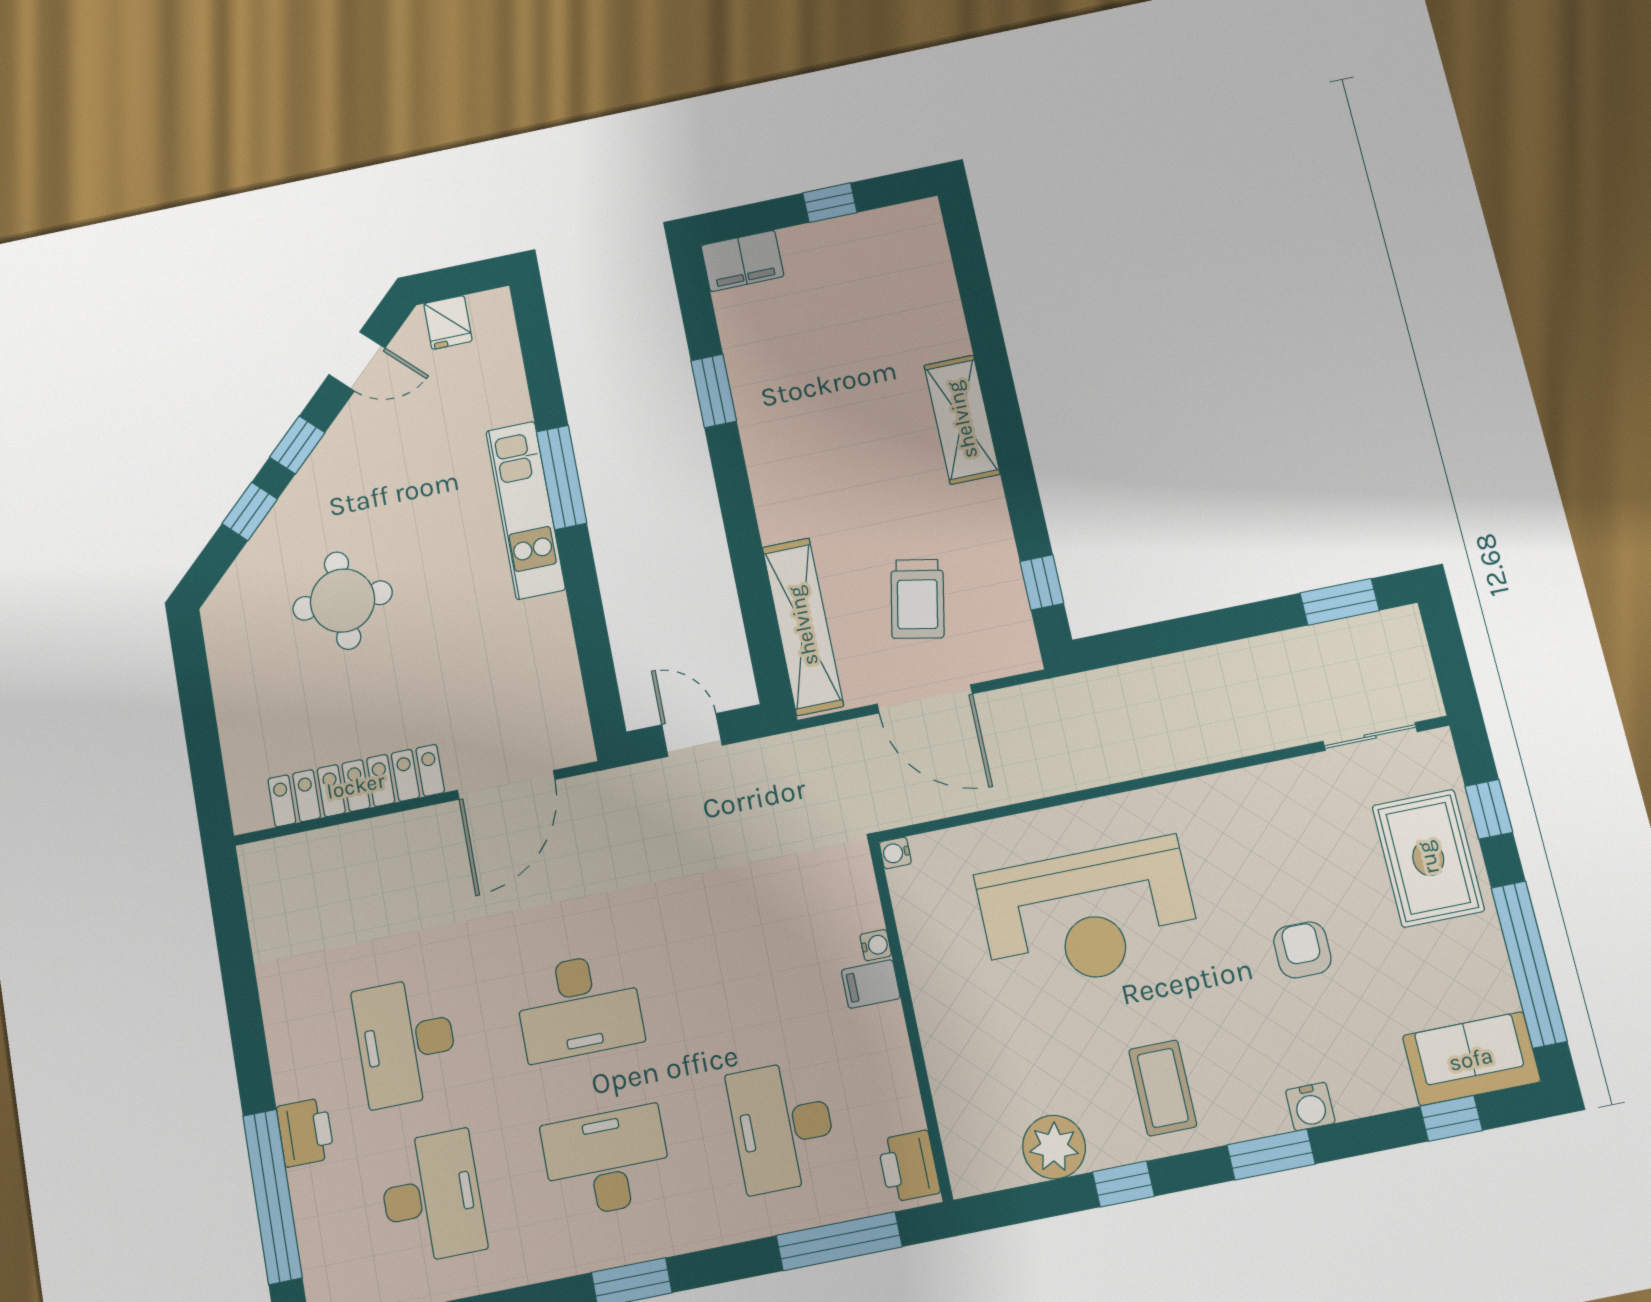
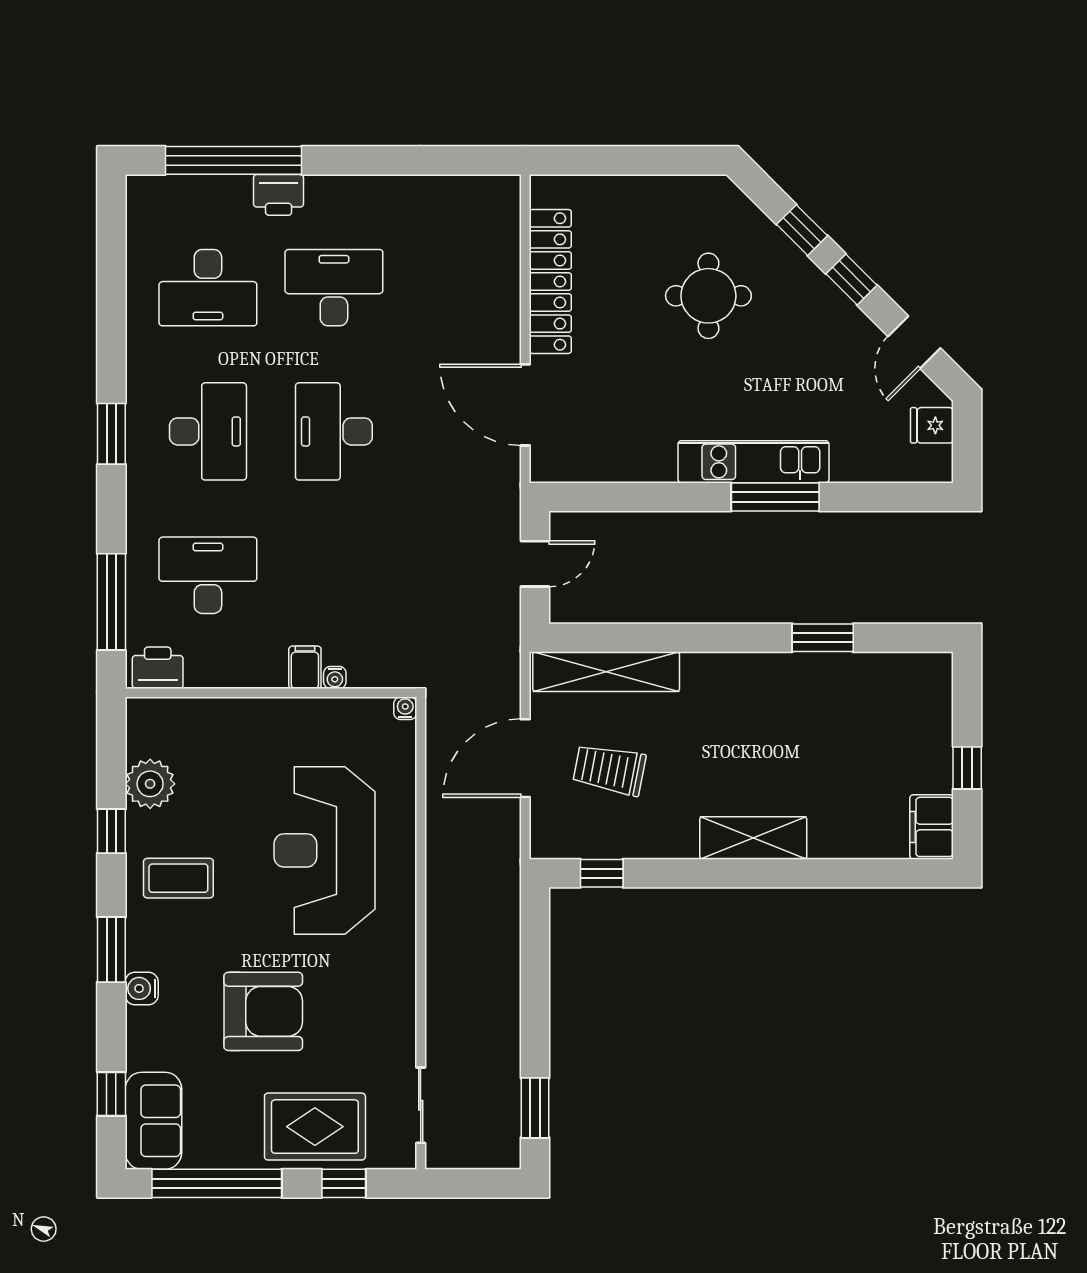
filing cabinet: (742, 261) -> (932, 827), moved
armchair: (1302, 950) -> (263, 1011), width x1.88, depth x1.88

